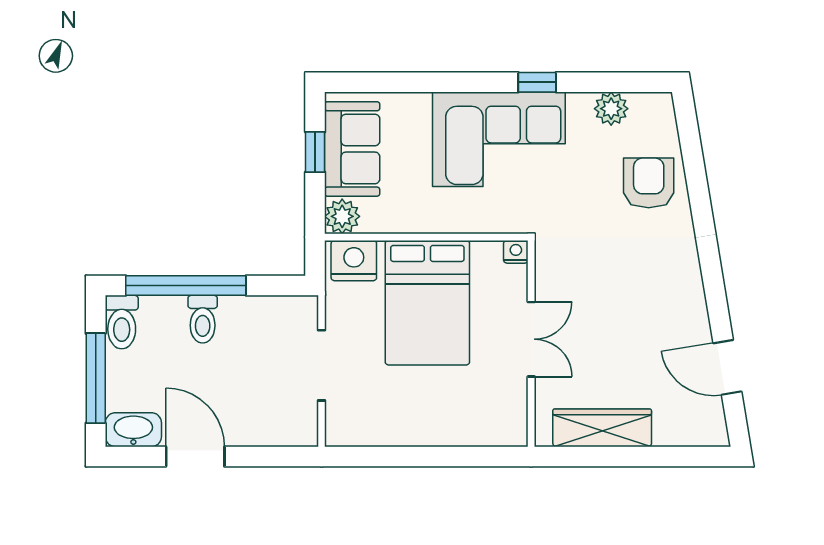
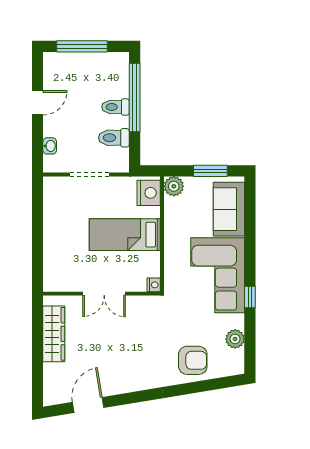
sofa: (352, 149) -> (229, 209), moved, turned 90
window: (315, 152) -> (210, 171), width x1.50
bed: (427, 303) -> (125, 235), width x0.67
toilet: (122, 322) -> (114, 138), moved
washbasin: (133, 430) -> (50, 146), moved, width x0.52, depth x0.69
door: (195, 456) -> (37, 103), width x0.73

